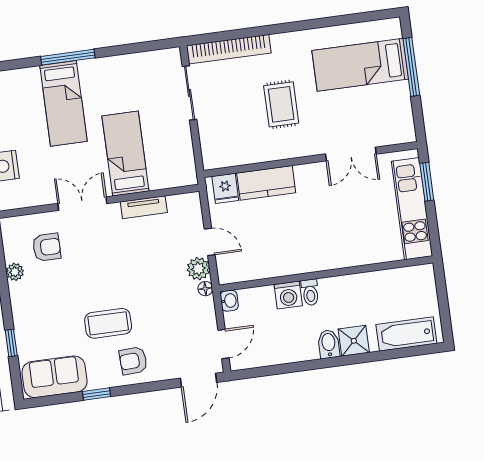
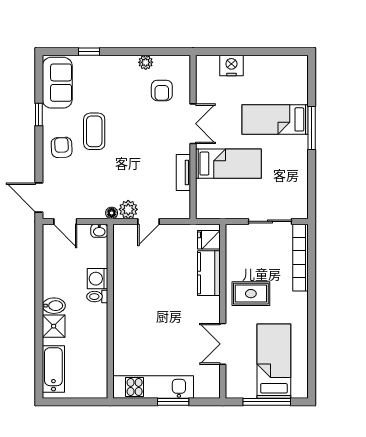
double door: (351, 154) -> (223, 344), moved
wall: (311, 159) -> (223, 311), moved
kitchen counter: (266, 183) -> (209, 273), moved
fridge: (225, 188) -> (209, 240), moved

